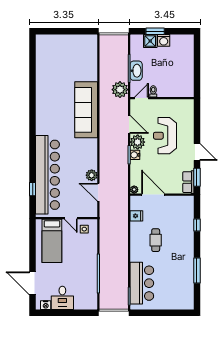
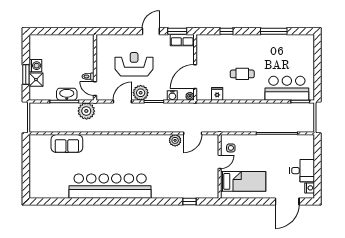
sofa: (86, 110) -> (67, 144), moved, width x0.54, depth x0.79
reception desk: (165, 136) -> (134, 64), turned 180
water cooler: (135, 155) -> (172, 96), moved
bar counter: (47, 175) -> (110, 186), moved

